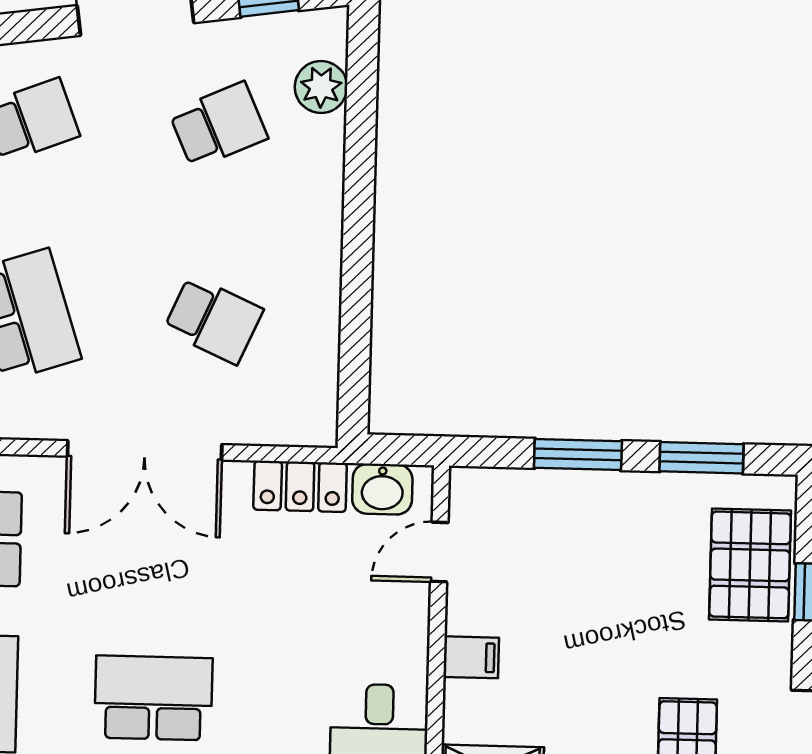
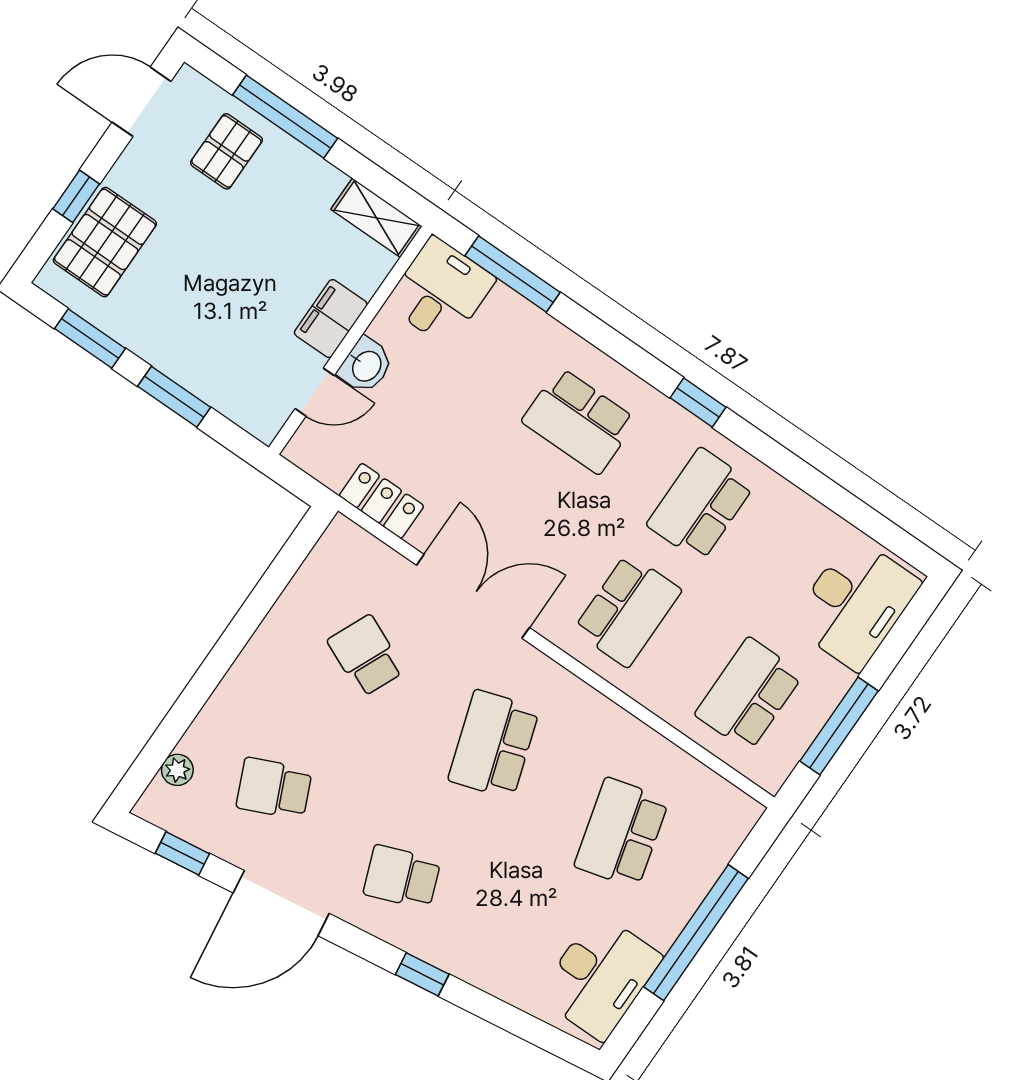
plant: (321, 87) -> (177, 770), width x0.73, depth x0.73
washbasin: (382, 489) -> (366, 366), moved, turned 90
filing cabinet: (471, 657) -> (331, 319), width x2.00

